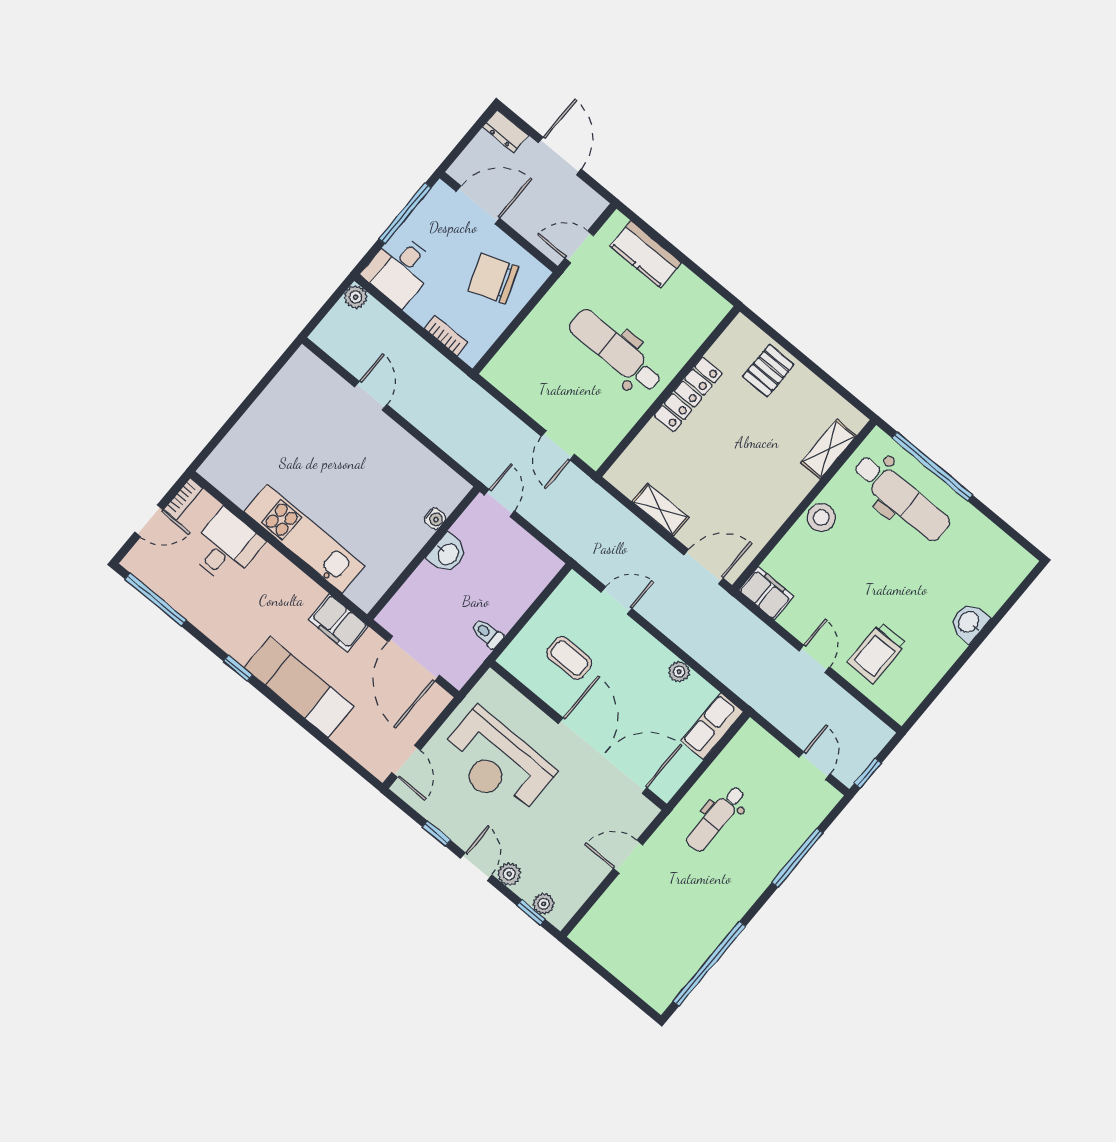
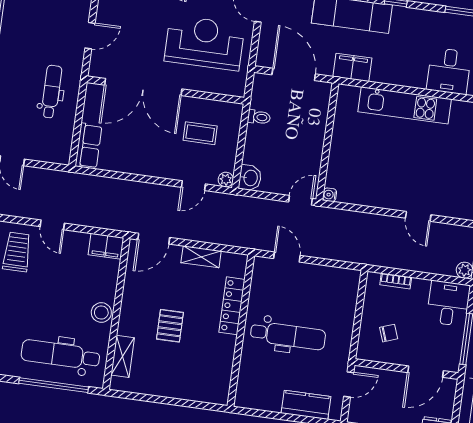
chair: (493, 278) -> (389, 333), width x0.54, depth x0.54
pallet: (768, 371) -> (170, 326), moved
locker: (688, 394) -> (232, 306), moved
door: (499, 503) -> (300, 200), swing flipped
water cooler: (435, 519) -> (330, 195), moved
washbasin: (448, 554) -> (250, 178), moved, turned 180
plant: (679, 672) -> (226, 180), moved

